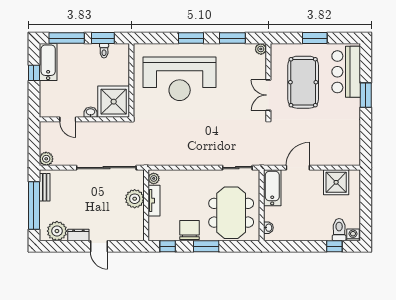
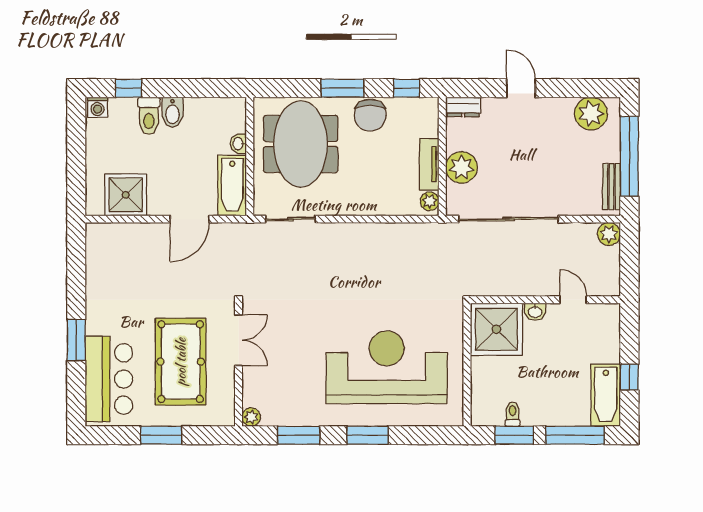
washbasin: (268, 228) -> (238, 144), moved
toilet: (339, 230) -> (149, 116), moved
bidet: (308, 232) -> (172, 112), added
dresser: (78, 235) -> (463, 107), moved

